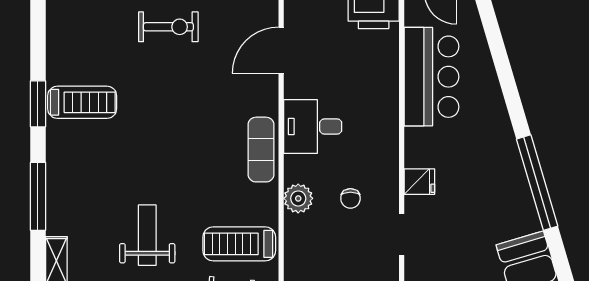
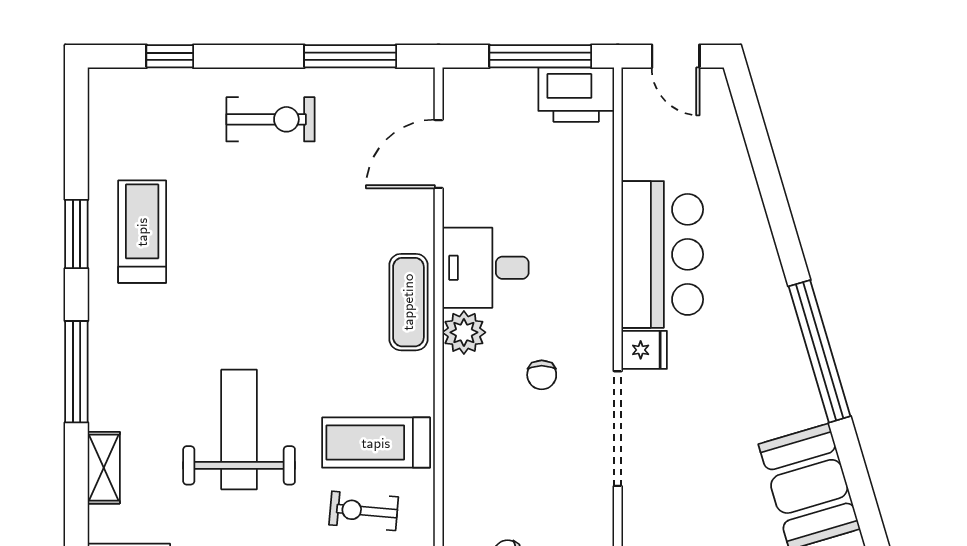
bar counter: (431, 77) -> (662, 254), moved
treadmill: (82, 102) -> (142, 232), turned -90
plant: (298, 198) -> (464, 332), moved
weight bench: (147, 235) -> (239, 429), width x1.36, depth x1.33
doorway: (402, 235) -> (618, 429), width x1.87

